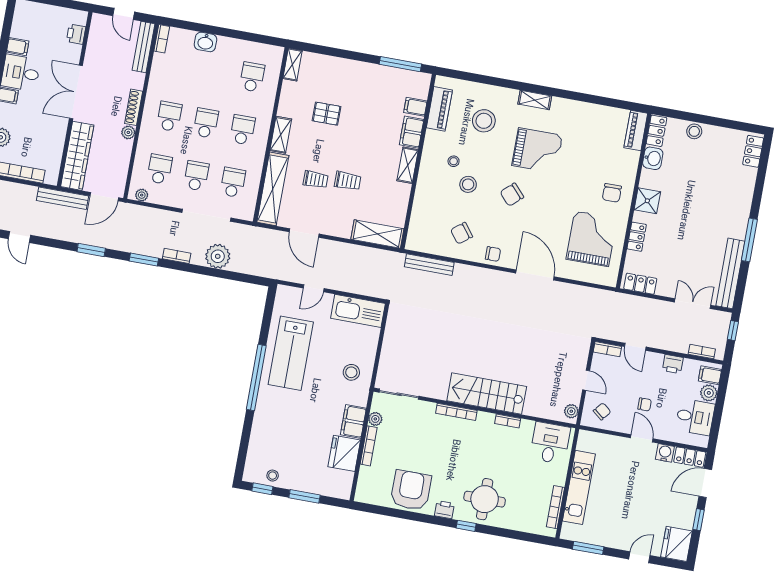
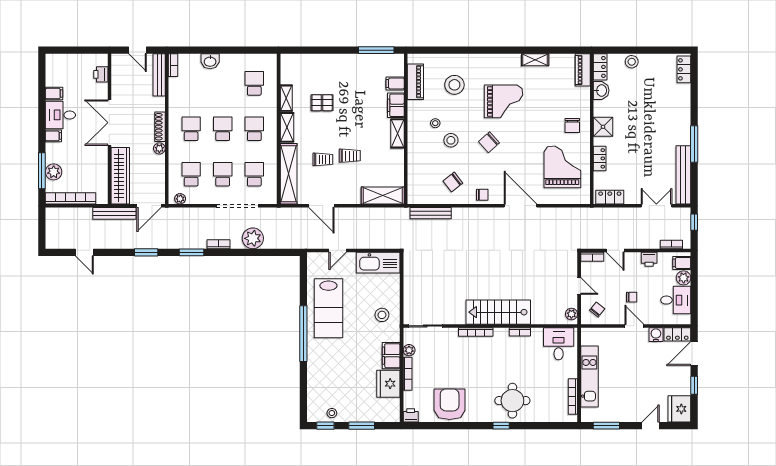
shelving: (293, 65) -> (286, 98), moved
shelving: (535, 100) -> (535, 60), moved
printer: (444, 510) -> (411, 415), moved

